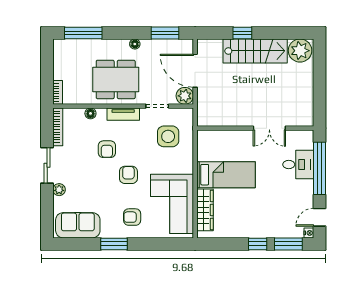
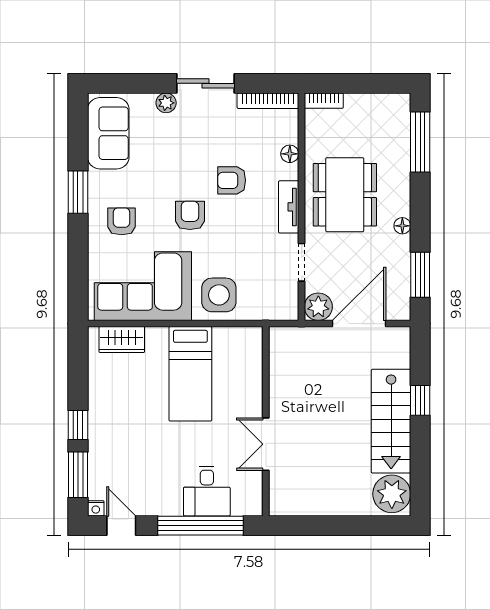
side table: (168, 136) -> (219, 295), moved
armchair: (128, 175) -> (190, 215), turned -90
wardrobe: (205, 210) -> (122, 340), width x0.67

